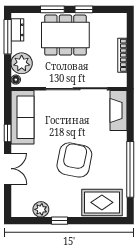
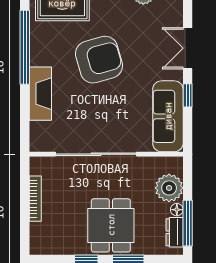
dining table: (65, 35) -> (111, 225), width x0.73
floor lamp: (16, 80) -> (177, 210), moved
fireplace: (118, 111) -> (40, 94), moved
armchair: (74, 160) -> (99, 60), turned -117

